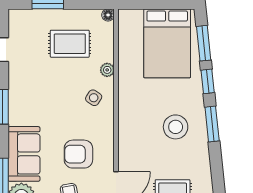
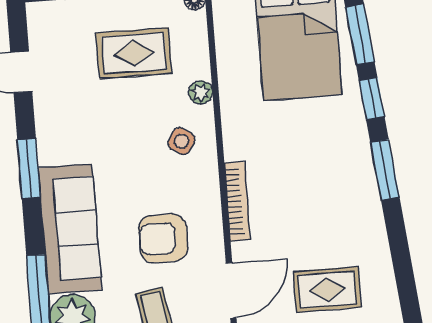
stool: (176, 127) -> (324, 180), removed
bookcase: (124, 136) -> (237, 201), added
sofa: (24, 154) -> (70, 229), width x1.36

